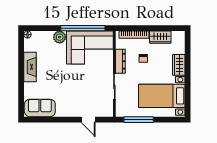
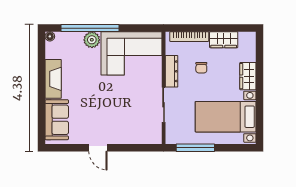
window: (83, 28) -> (90, 28), moved
sofa: (40, 108) -> (57, 120), moved, turned 90
door: (88, 120) -> (98, 148), moved

